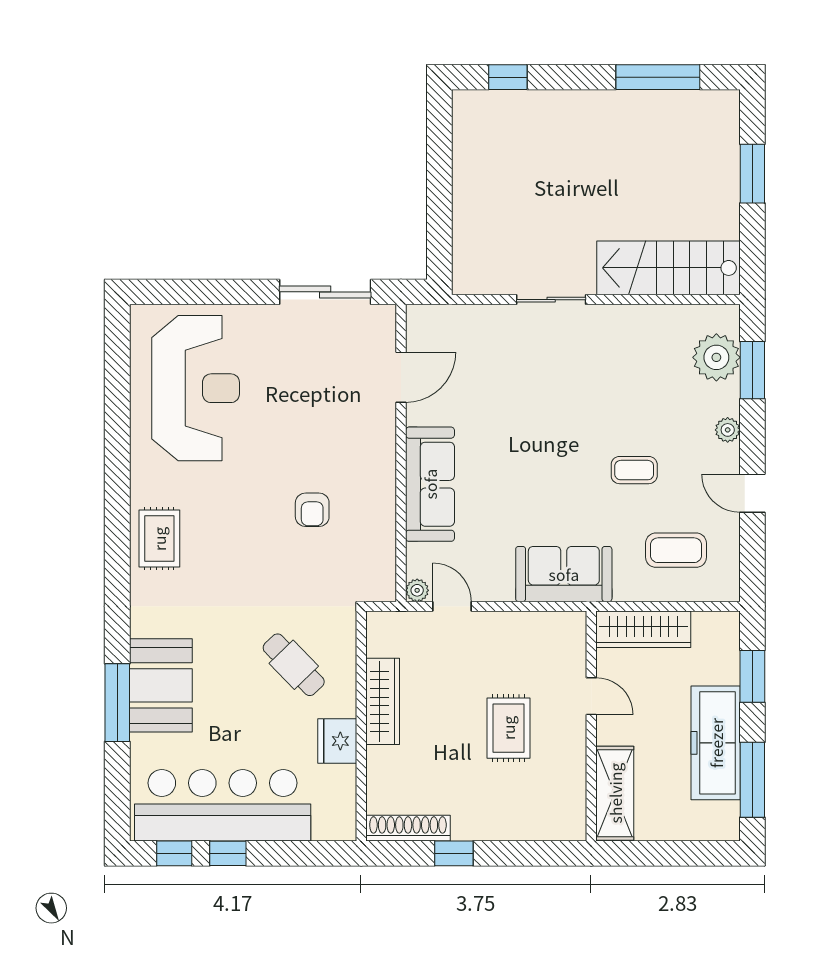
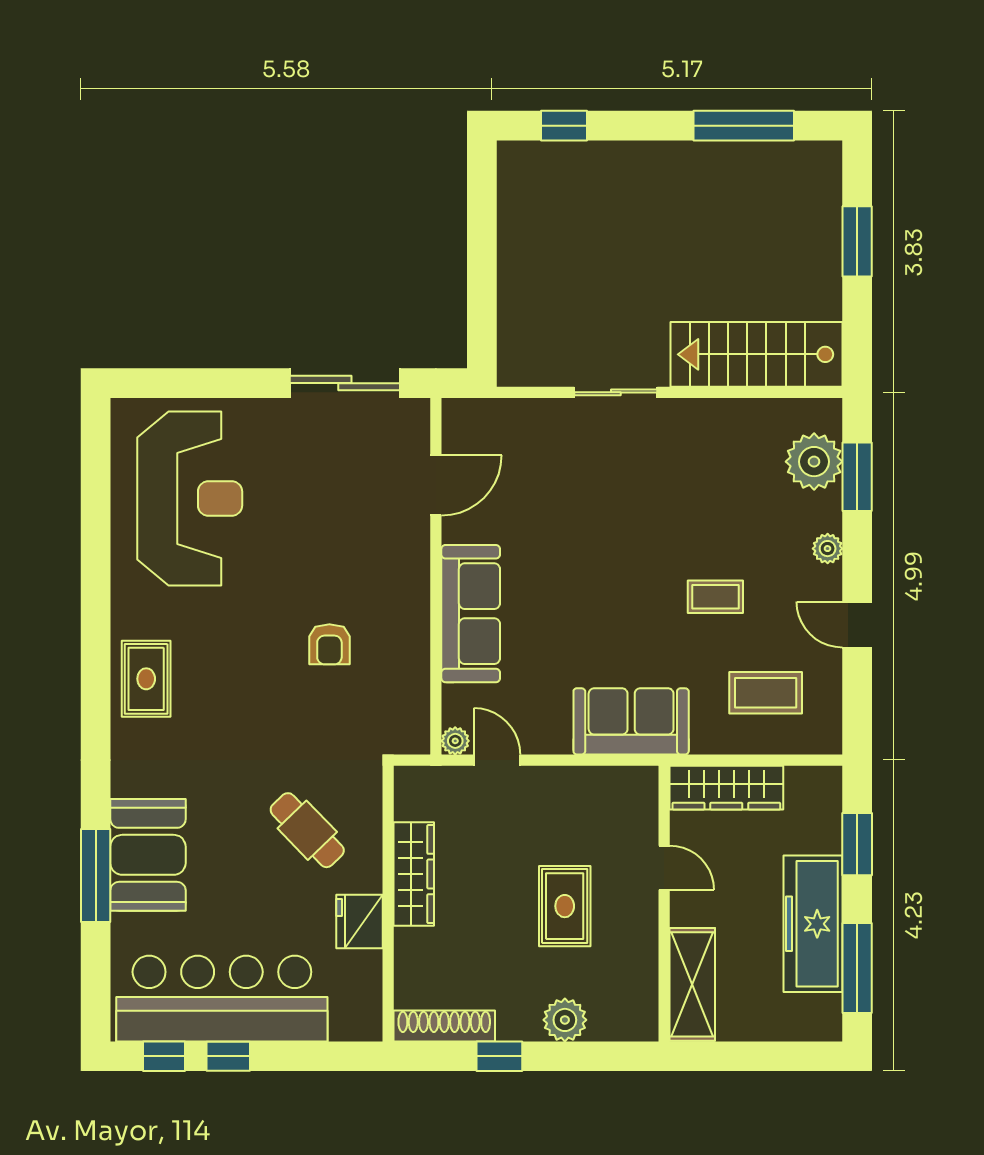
plant: (509, 823) -> (565, 1020), added

